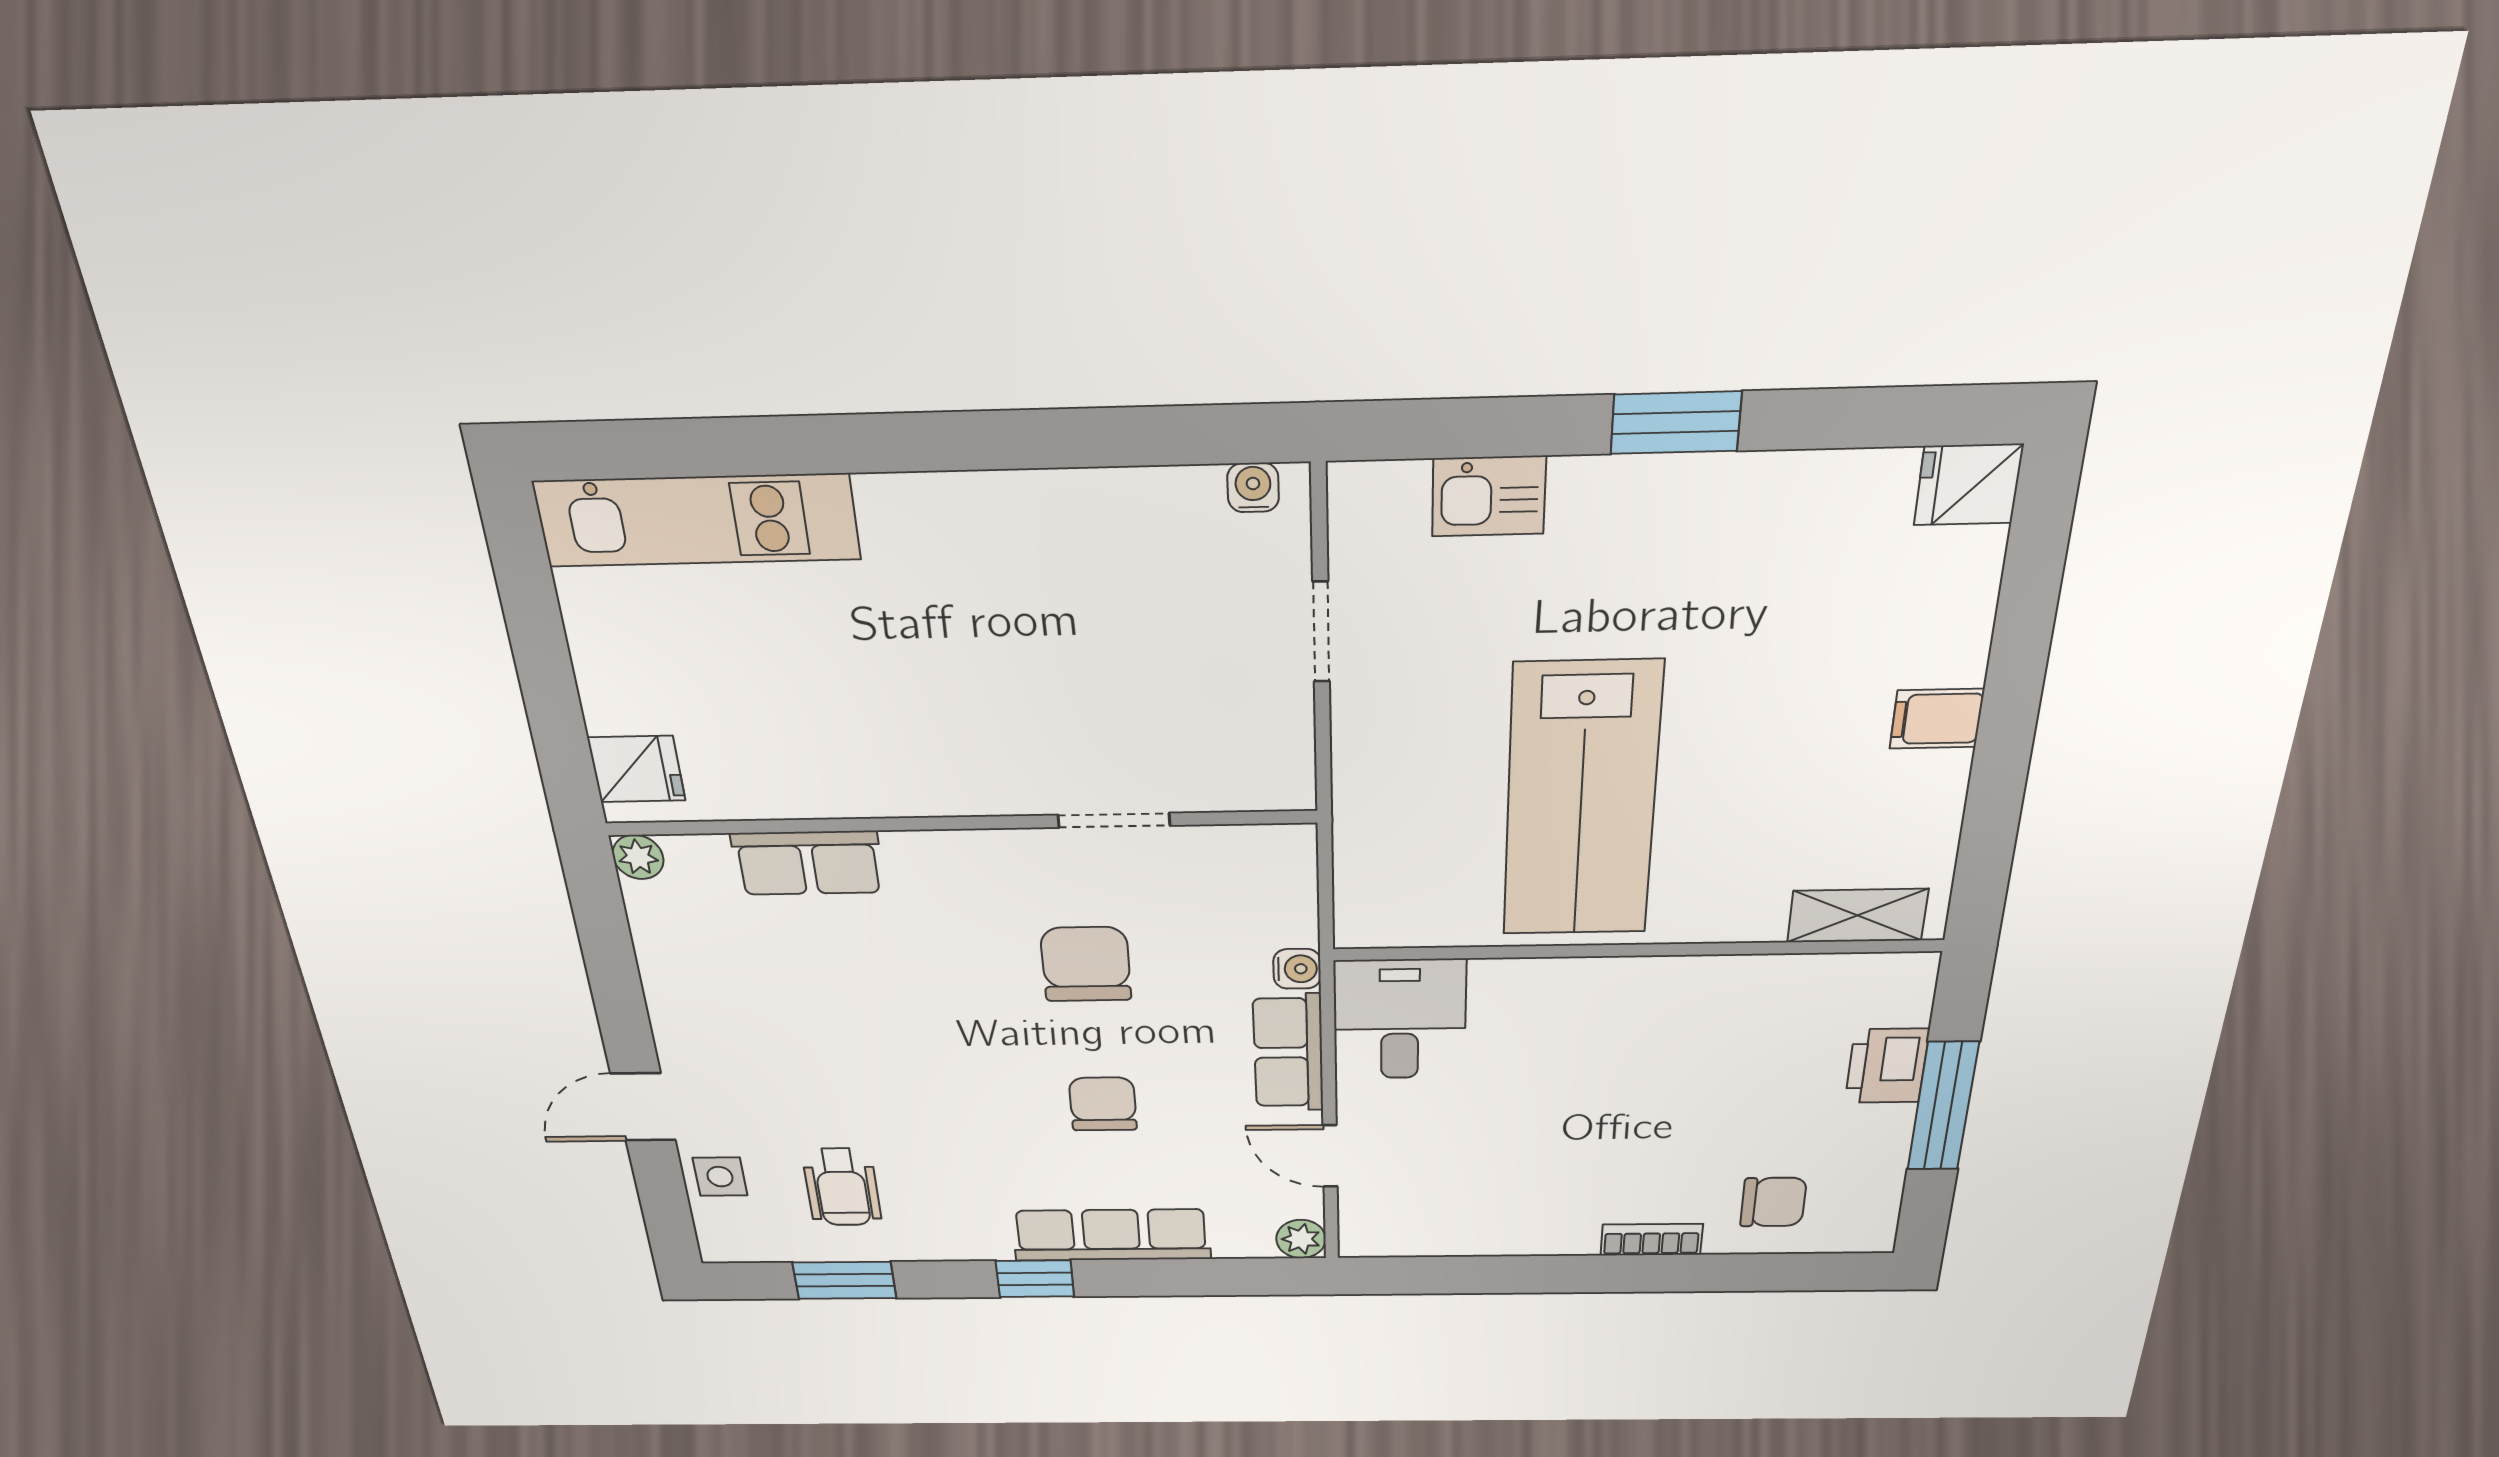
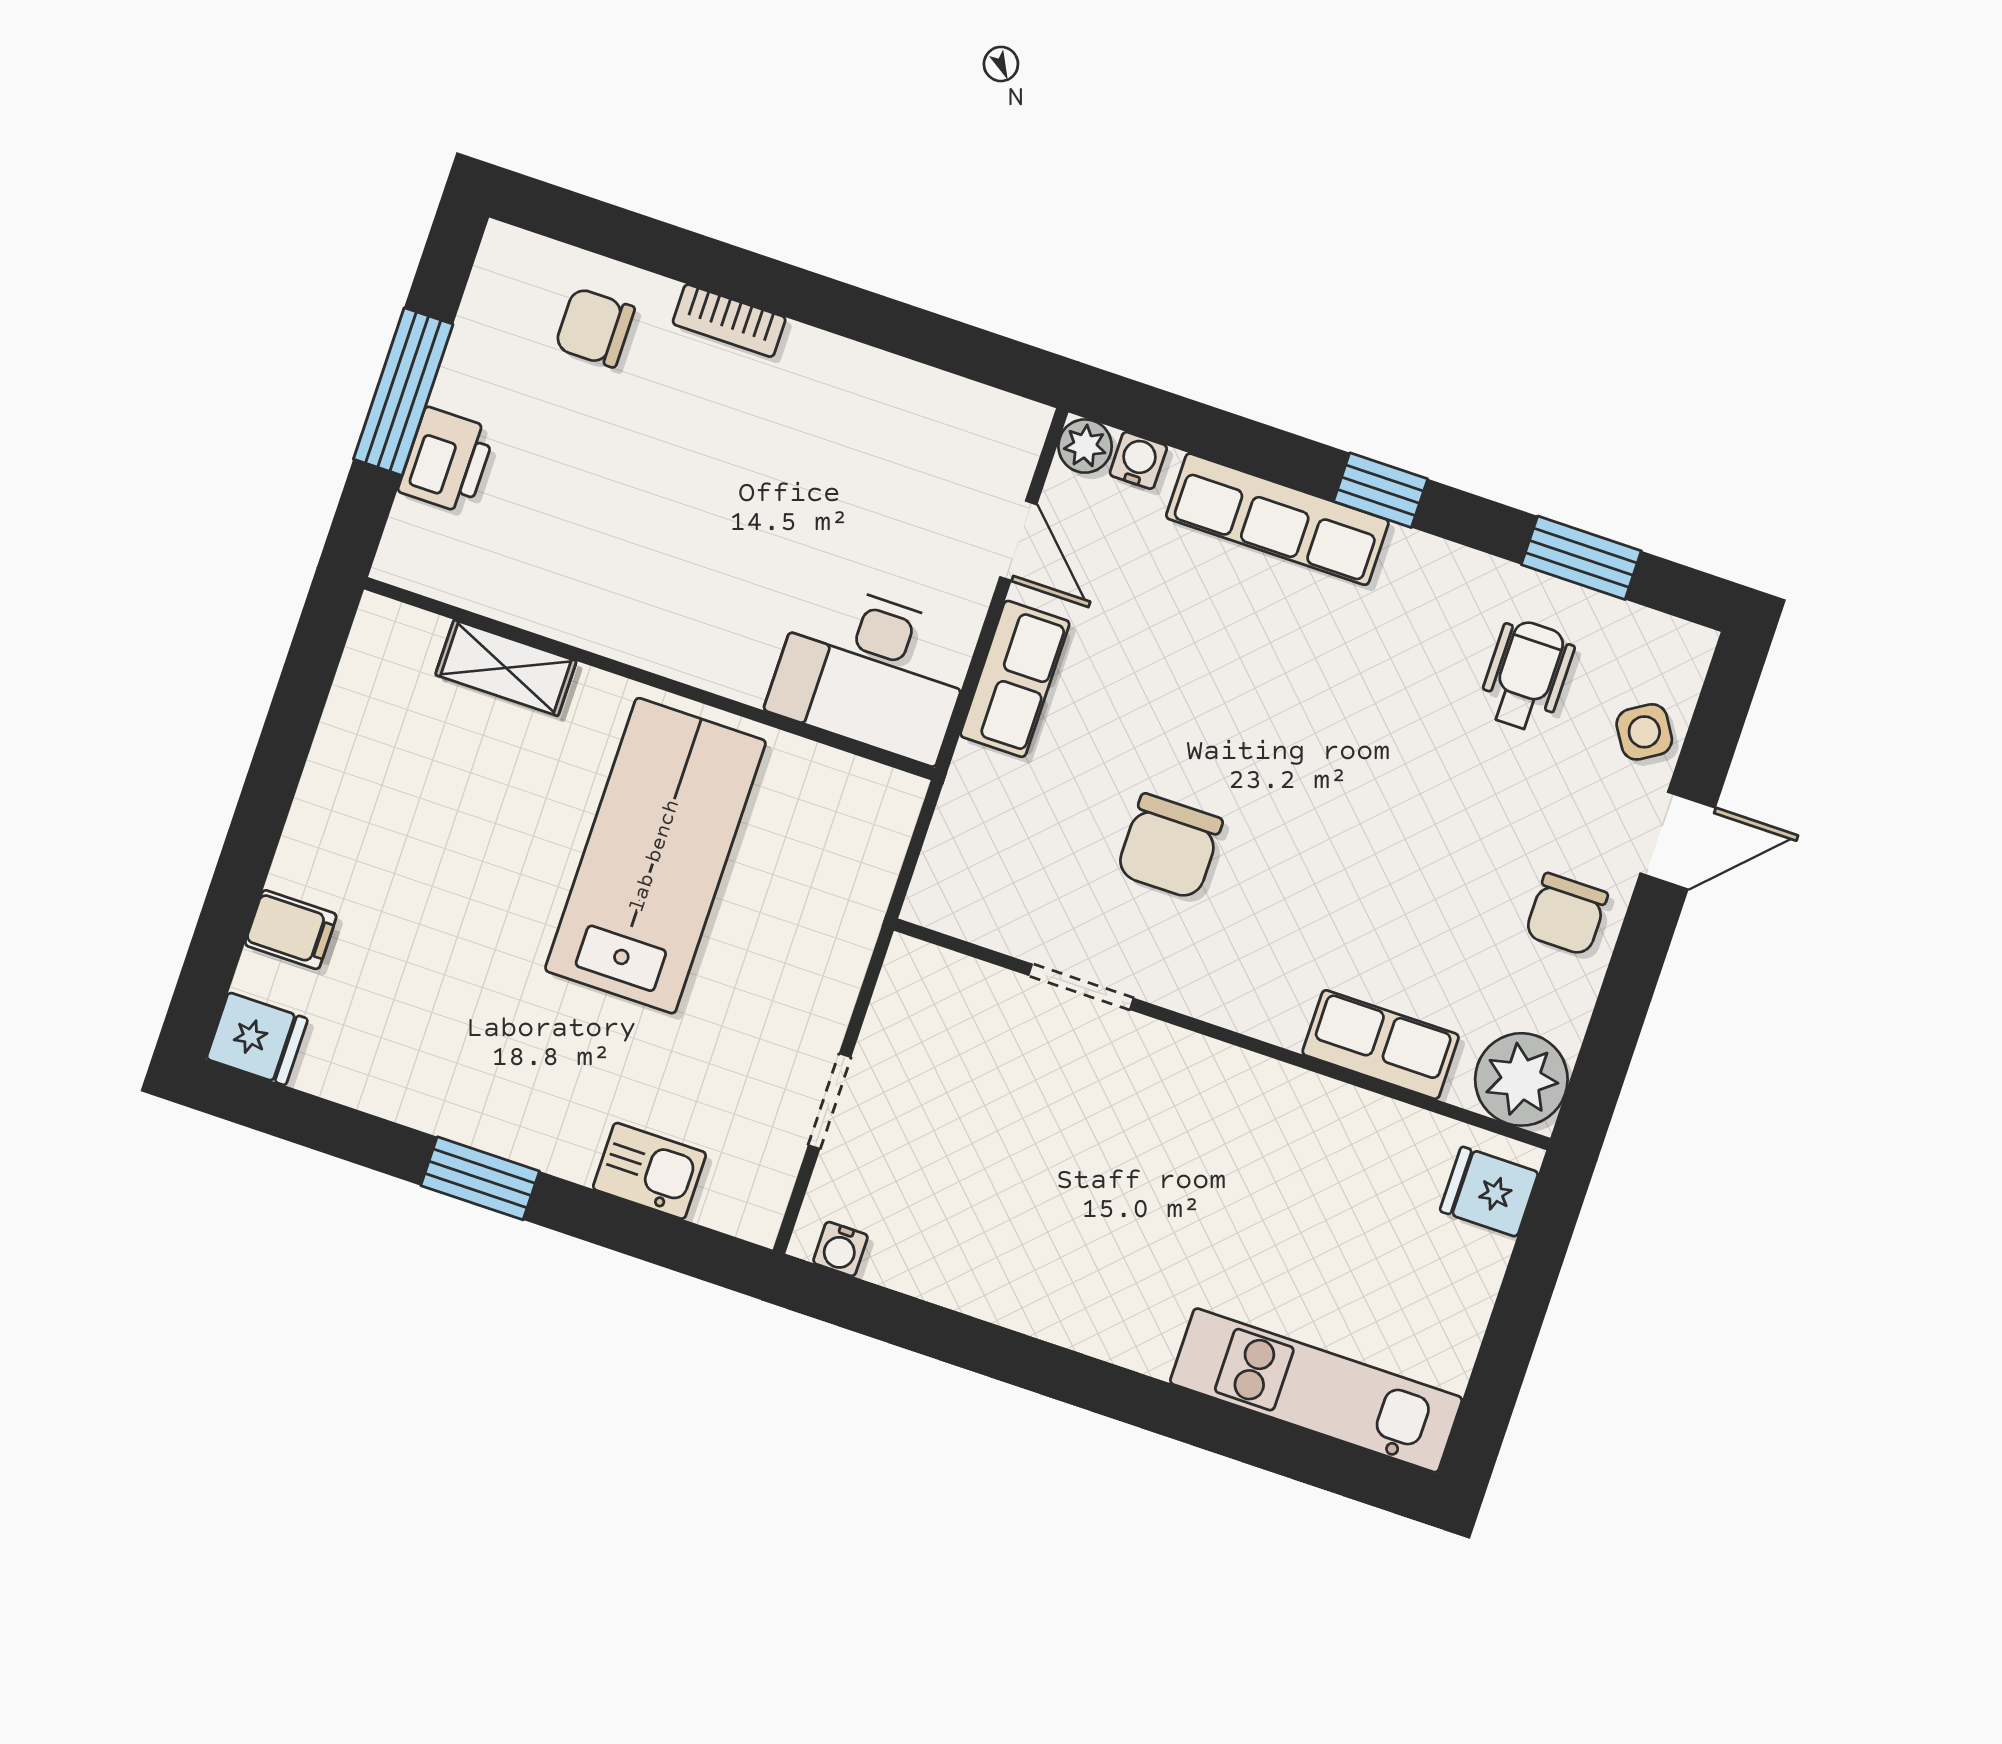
filing cabinet: (1937, 719) -> (291, 930), moved
plant: (638, 857) -> (1521, 1079), width x1.88, depth x1.88
shelving: (1857, 916) -> (506, 668), moved
water cooler: (1297, 969) -> (1138, 460), moved, turned 90
desk: (1400, 1019) -> (872, 671), width x1.37
chair: (1103, 1104) -> (1566, 914), moved
side table: (720, 1177) -> (1644, 732), turned -32

